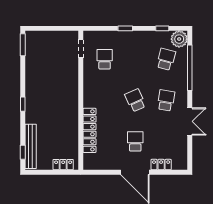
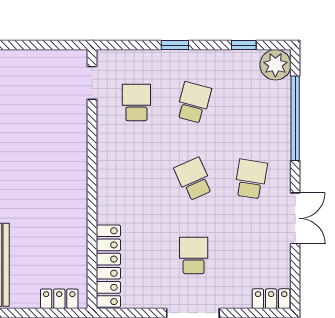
school desk: (166, 59) -> (194, 103), moved
locker: (90, 130) -> (108, 266), moved
locker: (161, 165) -> (271, 299), moved

